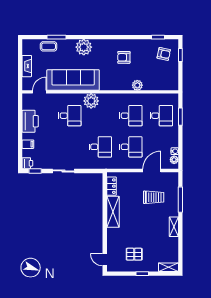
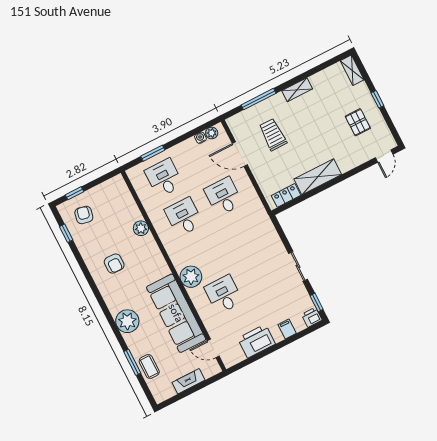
desk: (100, 147) -> (243, 235), removed

